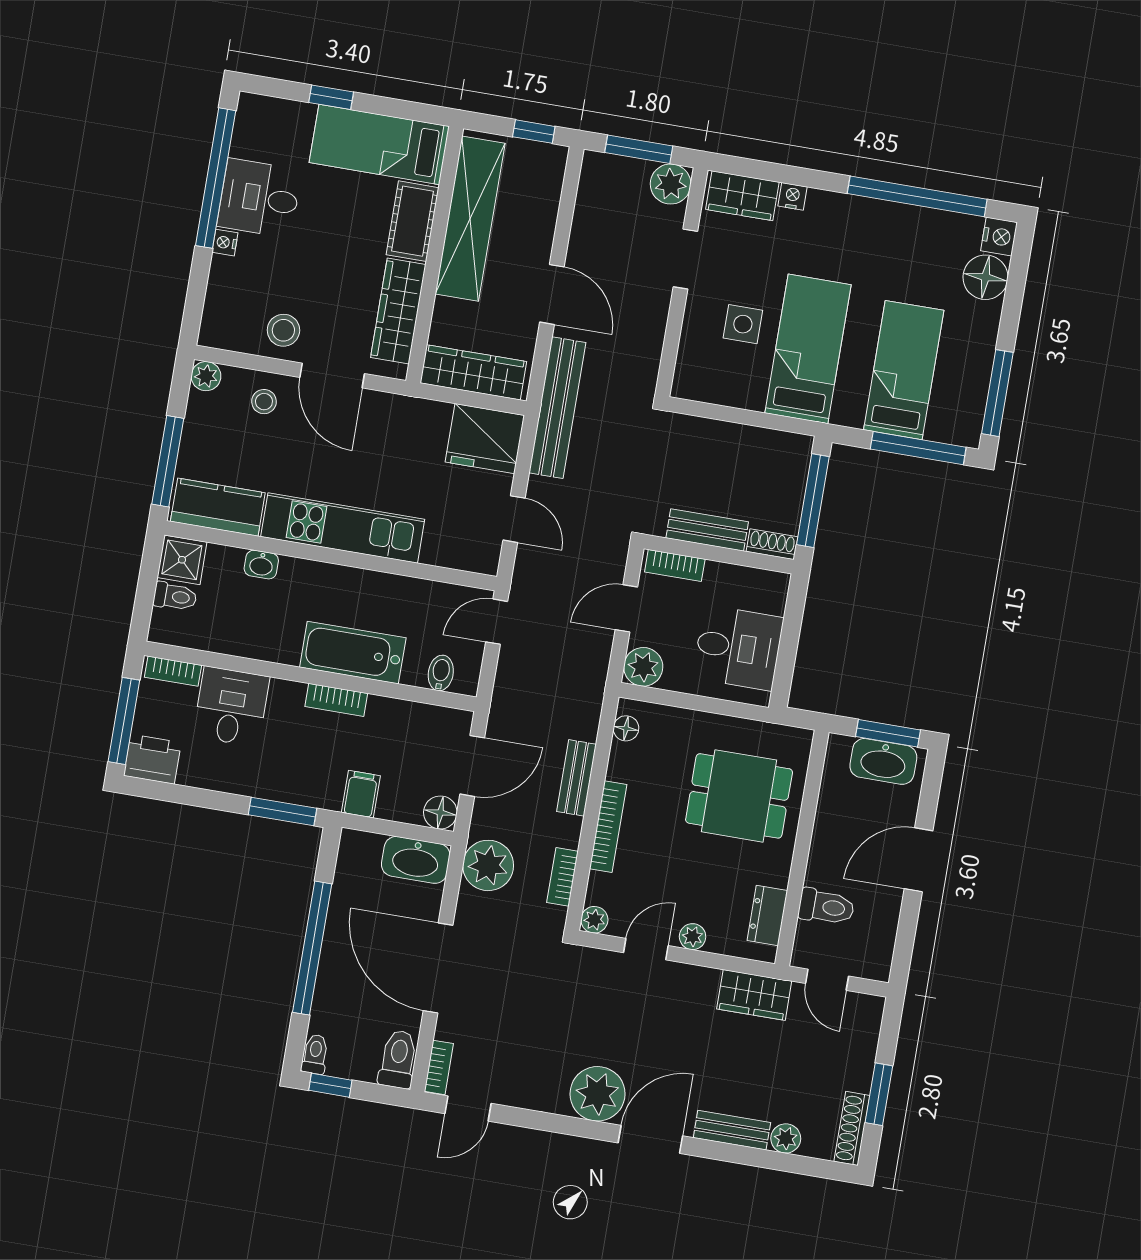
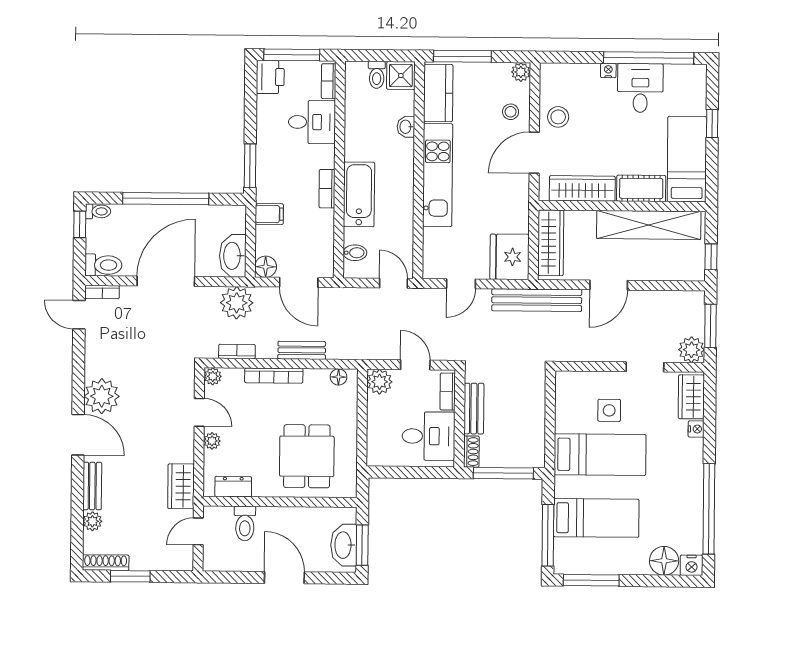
desk: (738, 648) -> (429, 436), moved, turned -90

